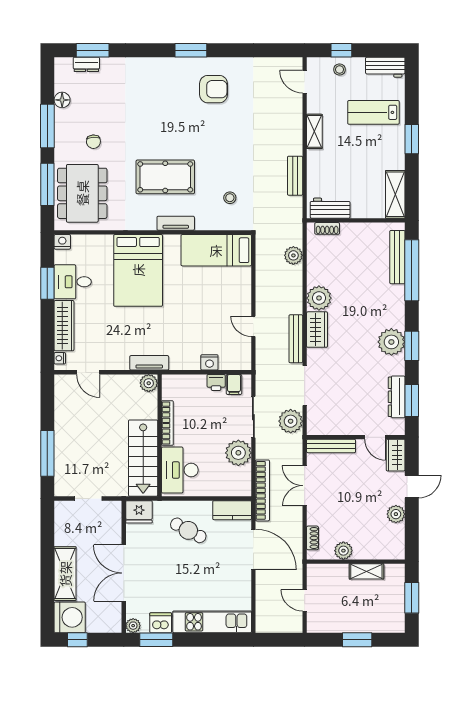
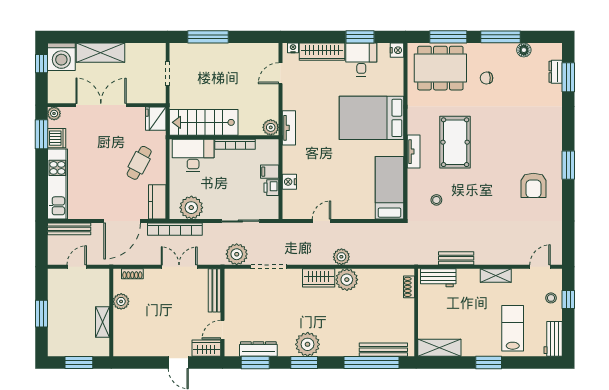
workbench: (330, 208) -> (438, 278), moved, turned 90
plant: (293, 255) -> (341, 257), moved
bench: (296, 339) -> (69, 229), moved
filing cabinet: (234, 384) -> (270, 172), moved
plant: (238, 453) -> (191, 208), moved
plant: (396, 514) -> (154, 348), removed

